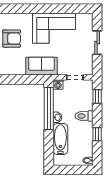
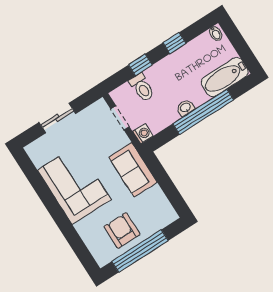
window: (97, 97) -> (140, 65), moved
window: (49, 108) -> (203, 112), moved
toilet: (84, 116) -> (142, 87), moved
bathtub: (60, 139) -> (225, 77), moved

